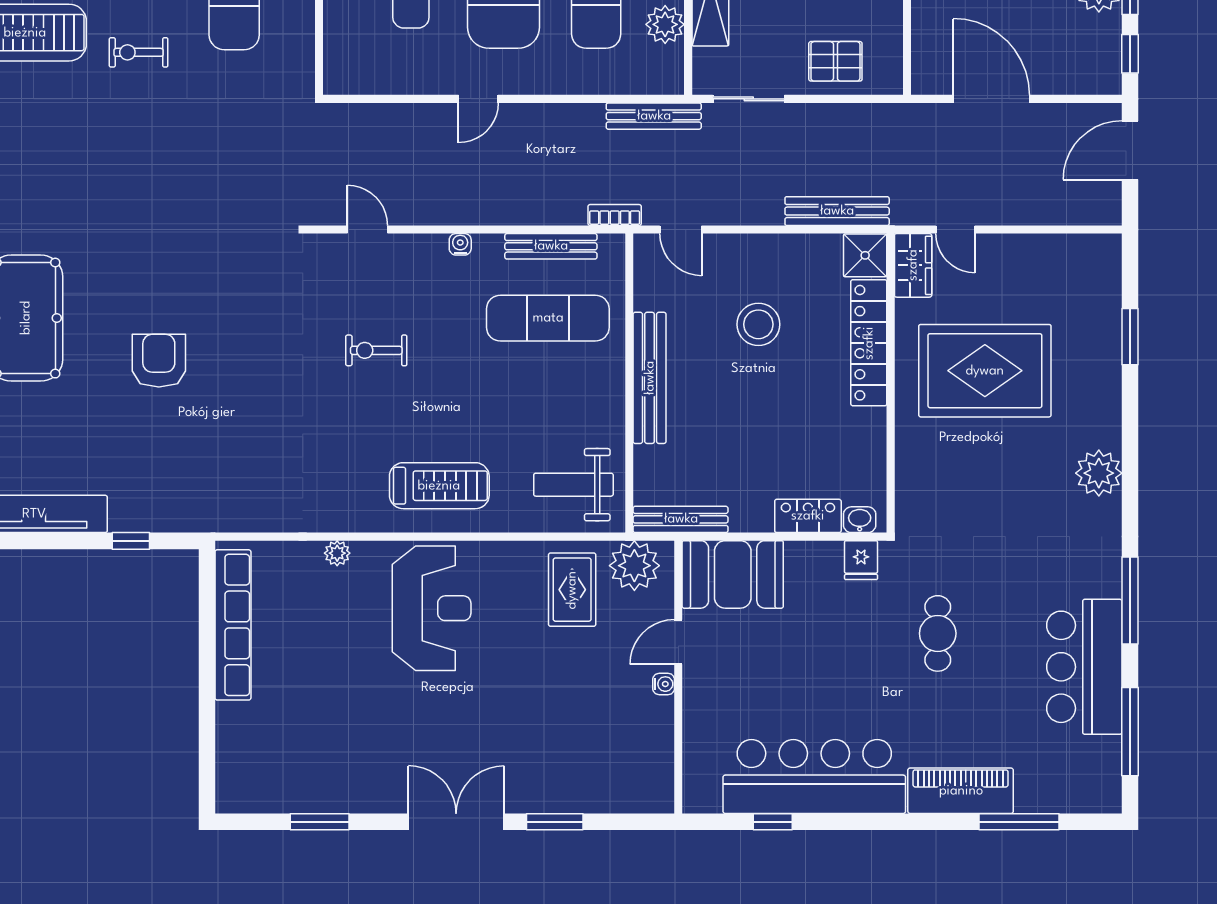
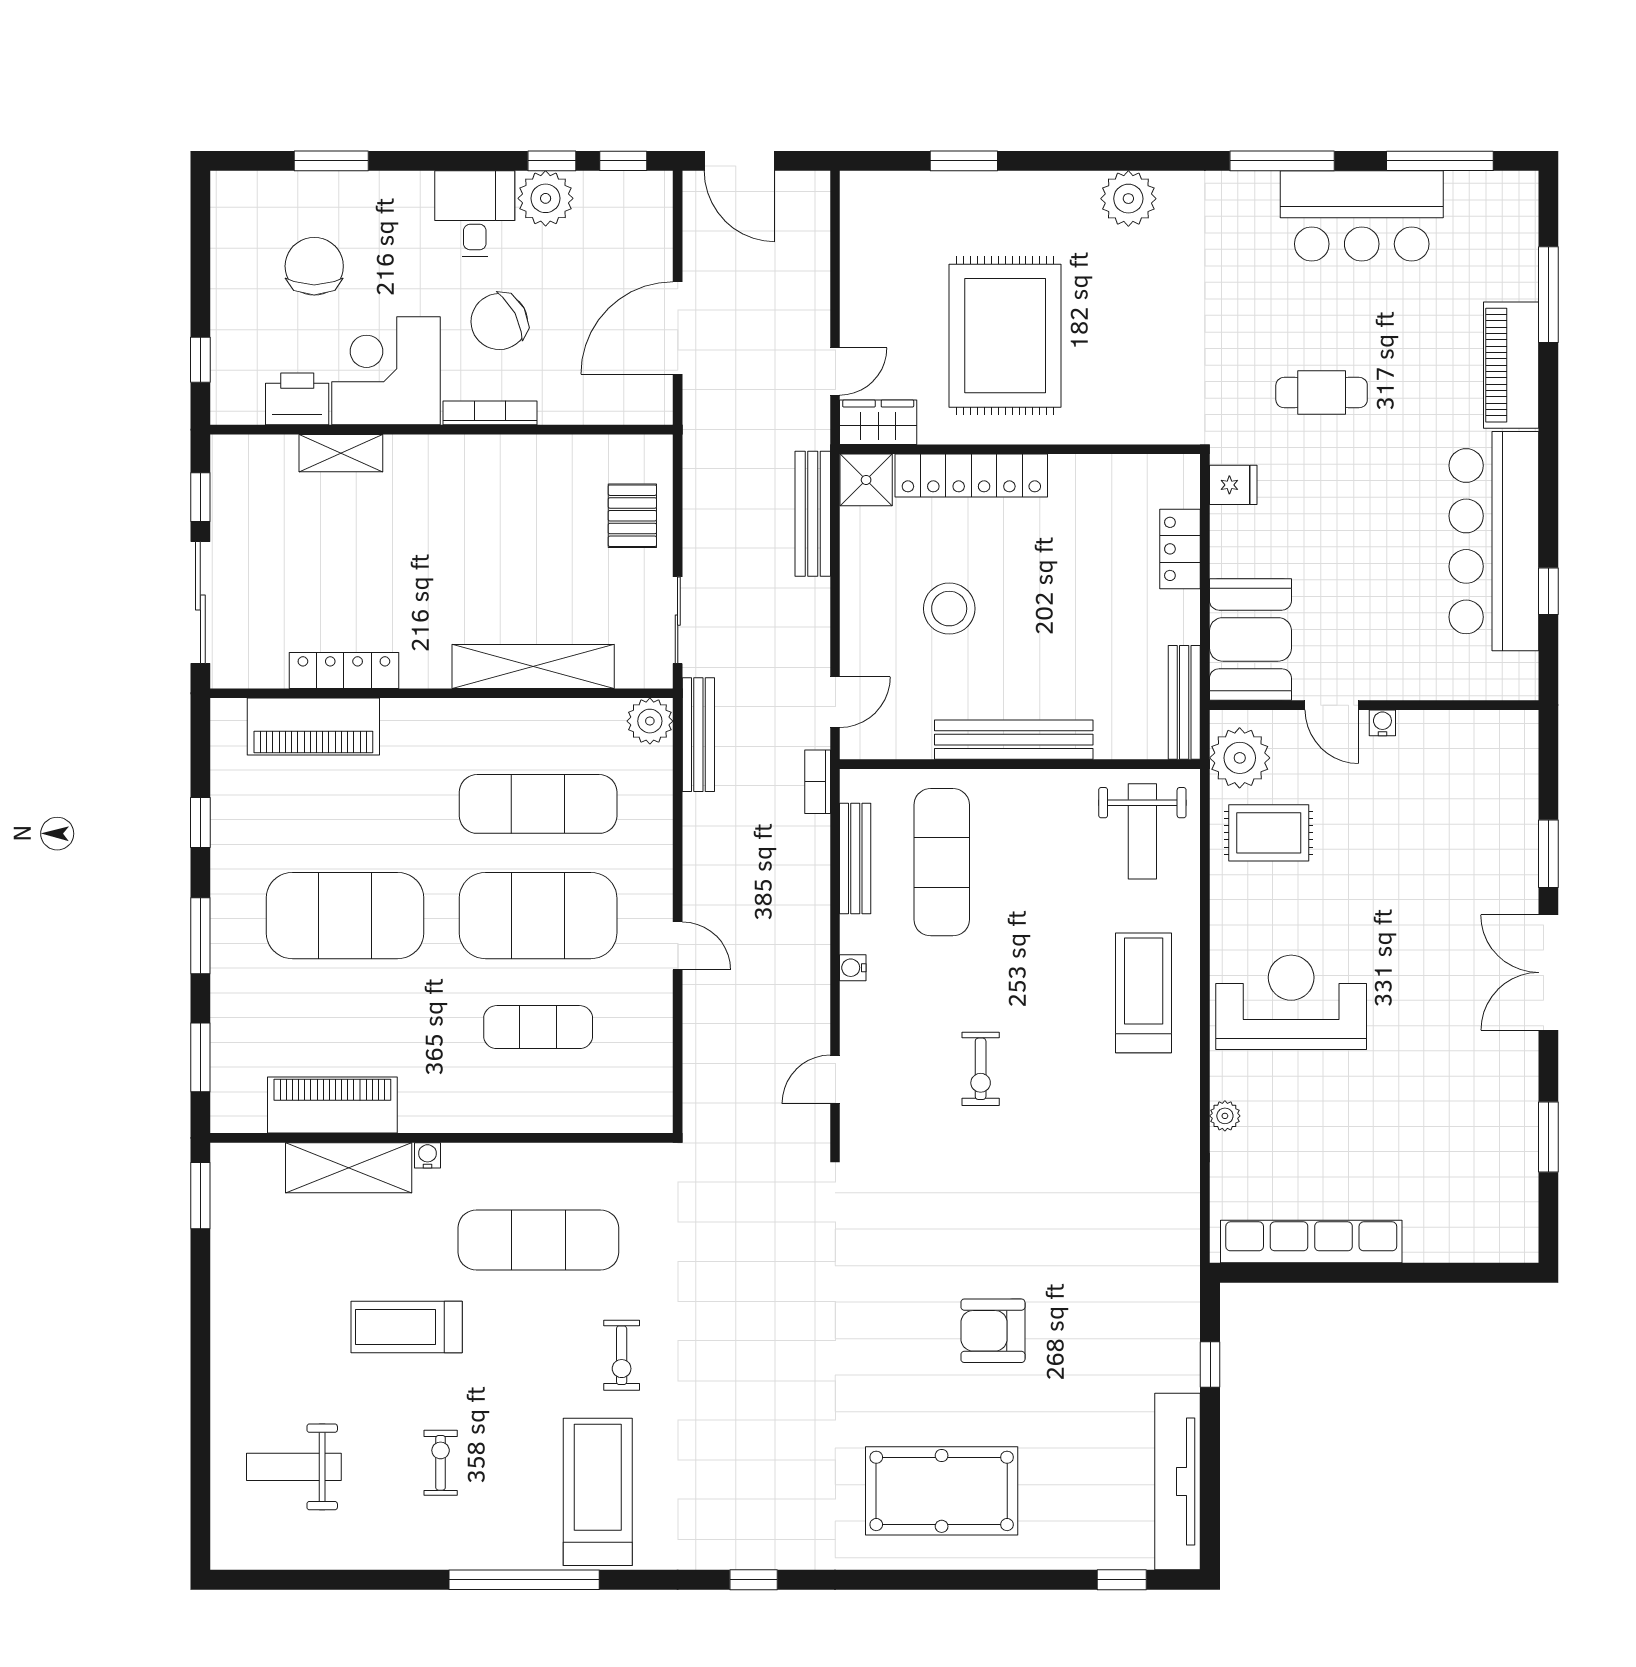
plant: (665, 24) -> (650, 721), moved
washbasin: (860, 520) -> (1185, 487), removed

